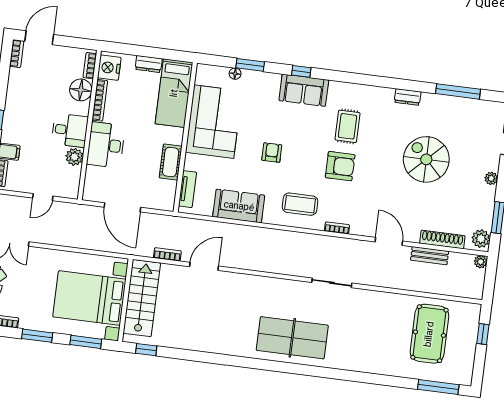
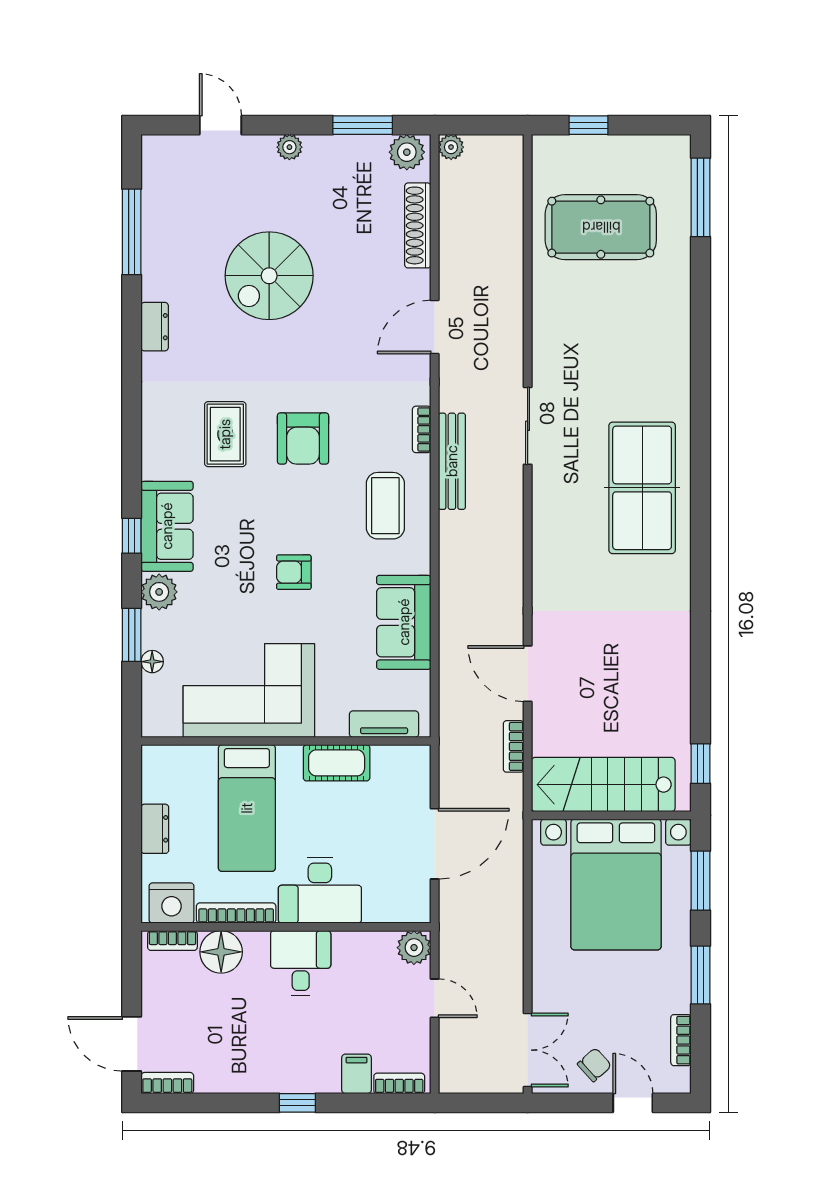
plant: (270, 82) -> (159, 592), added
bed: (174, 93) -> (247, 808), moved, turned 90
rug: (348, 126) -> (225, 434), turned 90
plant: (74, 157) -> (414, 948), moved
armchair: (340, 166) -> (303, 438), turned 180
bench: (430, 256) -> (452, 461), moved, width x1.36

